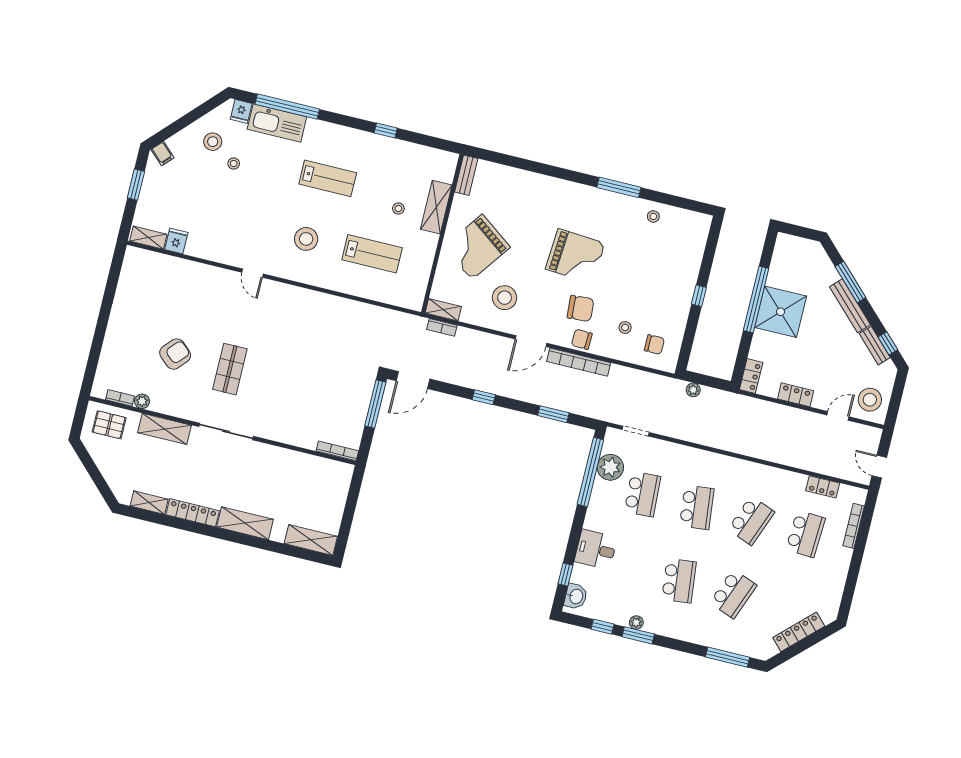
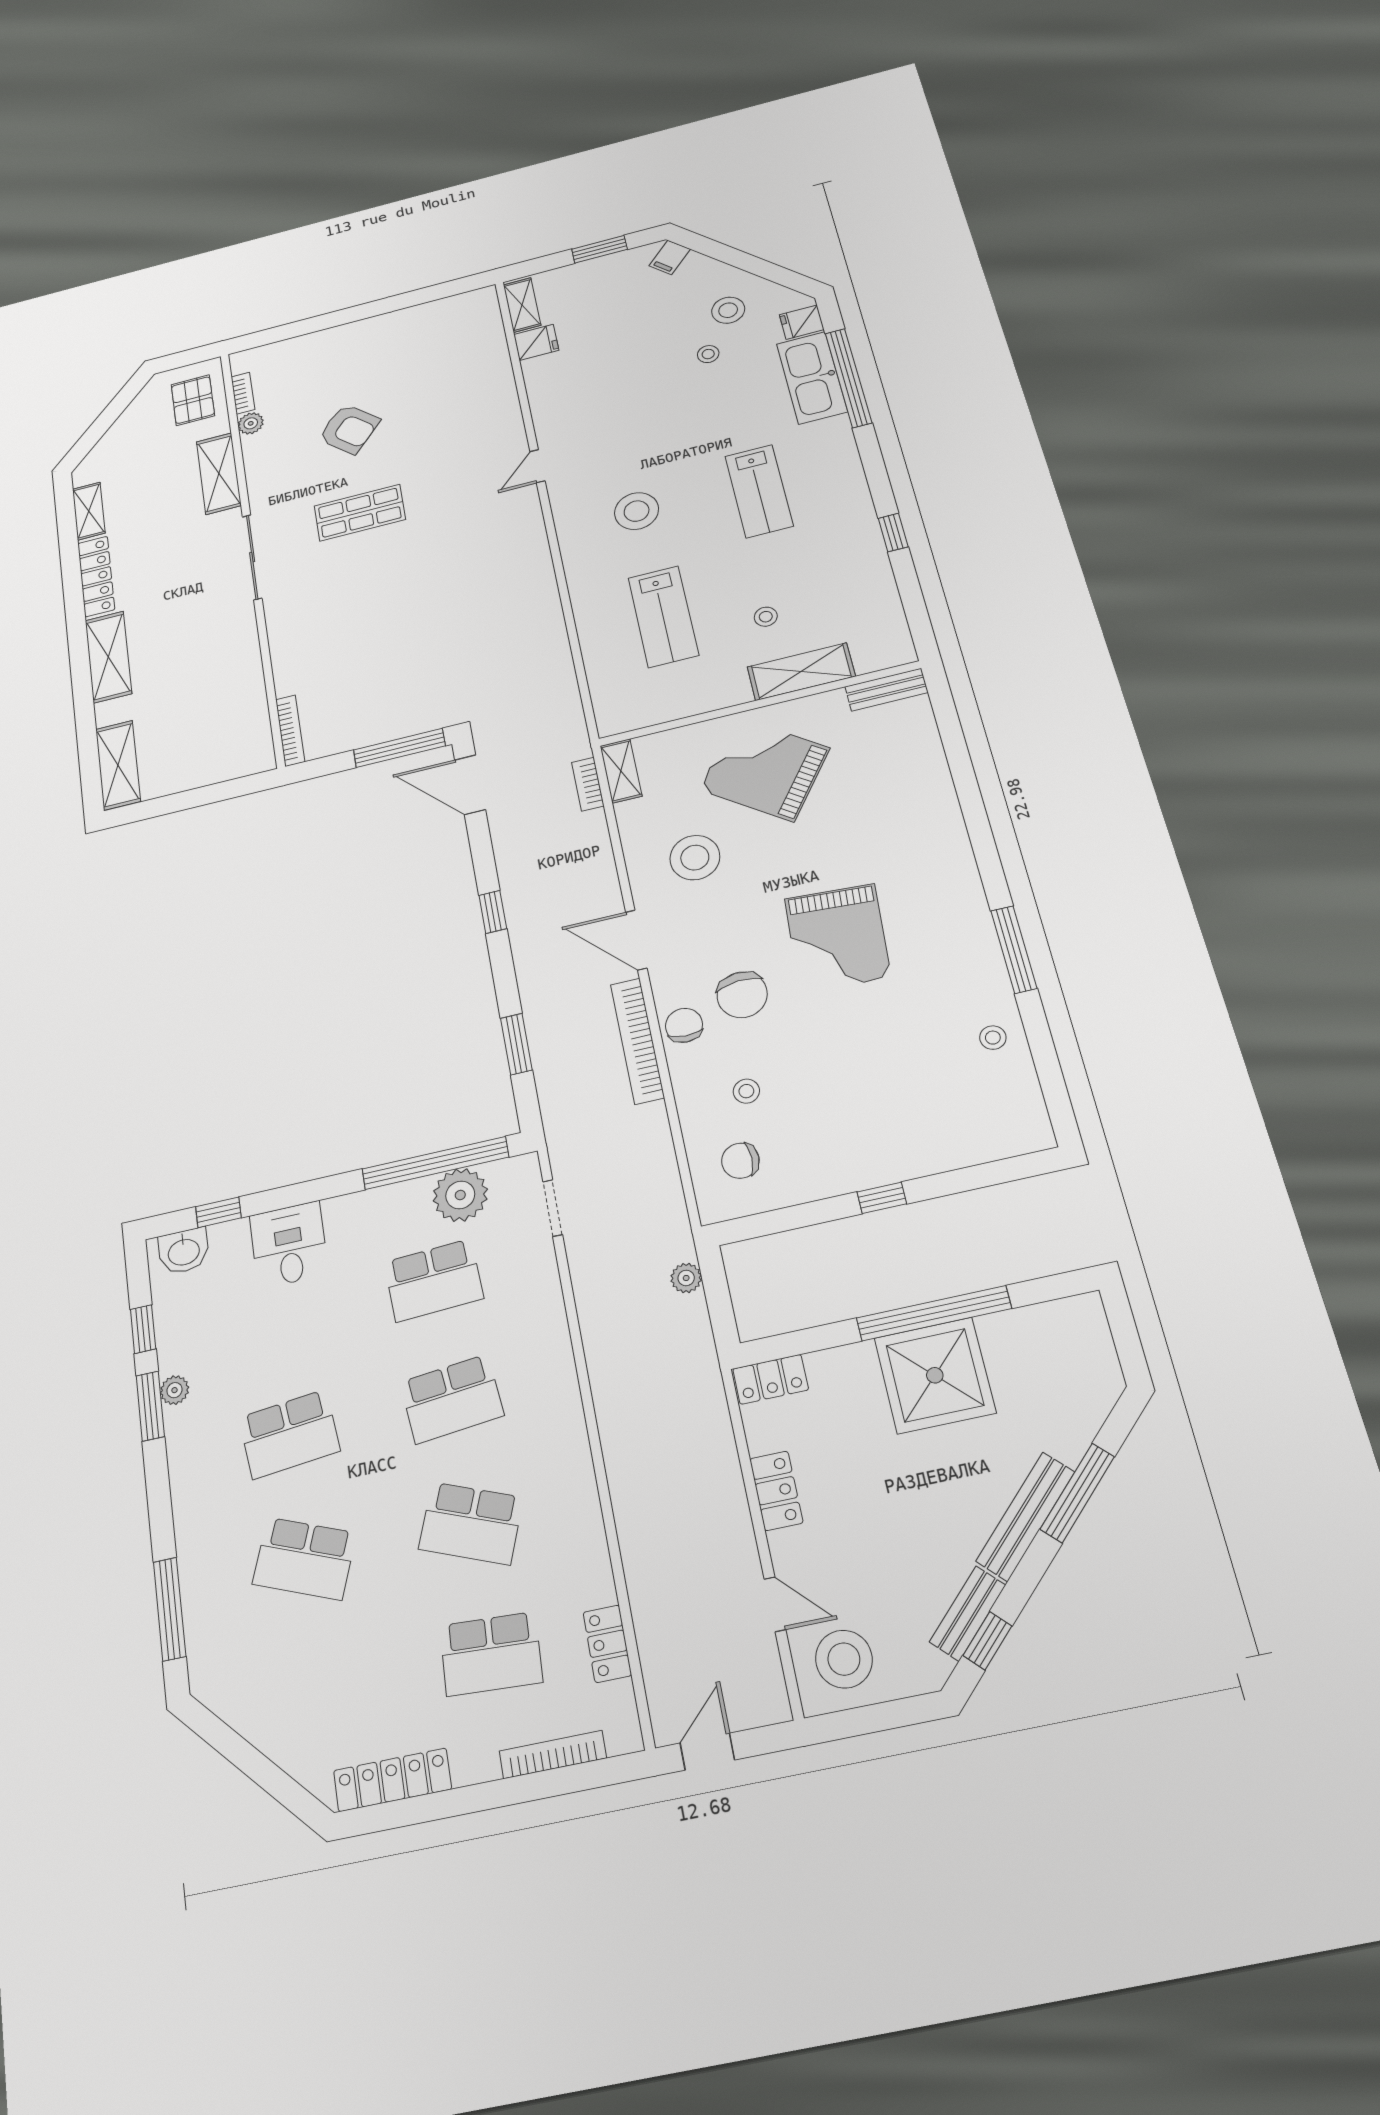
chair: (654, 345) -> (740, 1161), turned 90
locker: (799, 632) -> (392, 1780), moved, turned -46

